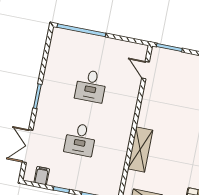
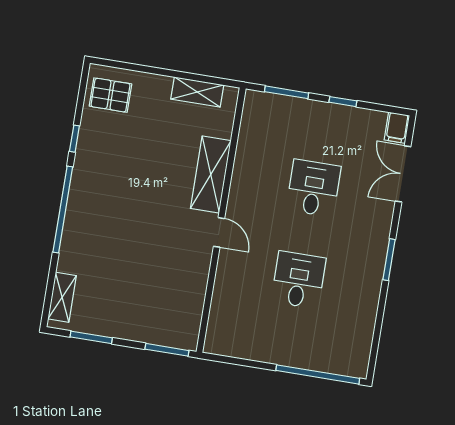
door: (145, 70) -> (219, 232), moved
double door: (28, 146) -> (403, 174), swing flipped
filing cabinet: (42, 176) -> (397, 128), moved

